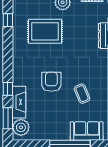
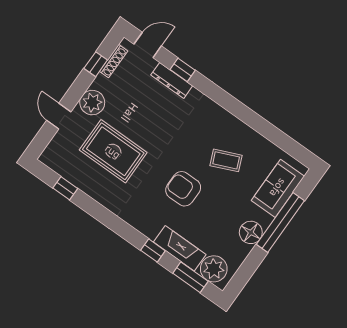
rug: (45, 31) -> (113, 151), turned 90
floor lamp: (54, 133) -> (251, 232), added

